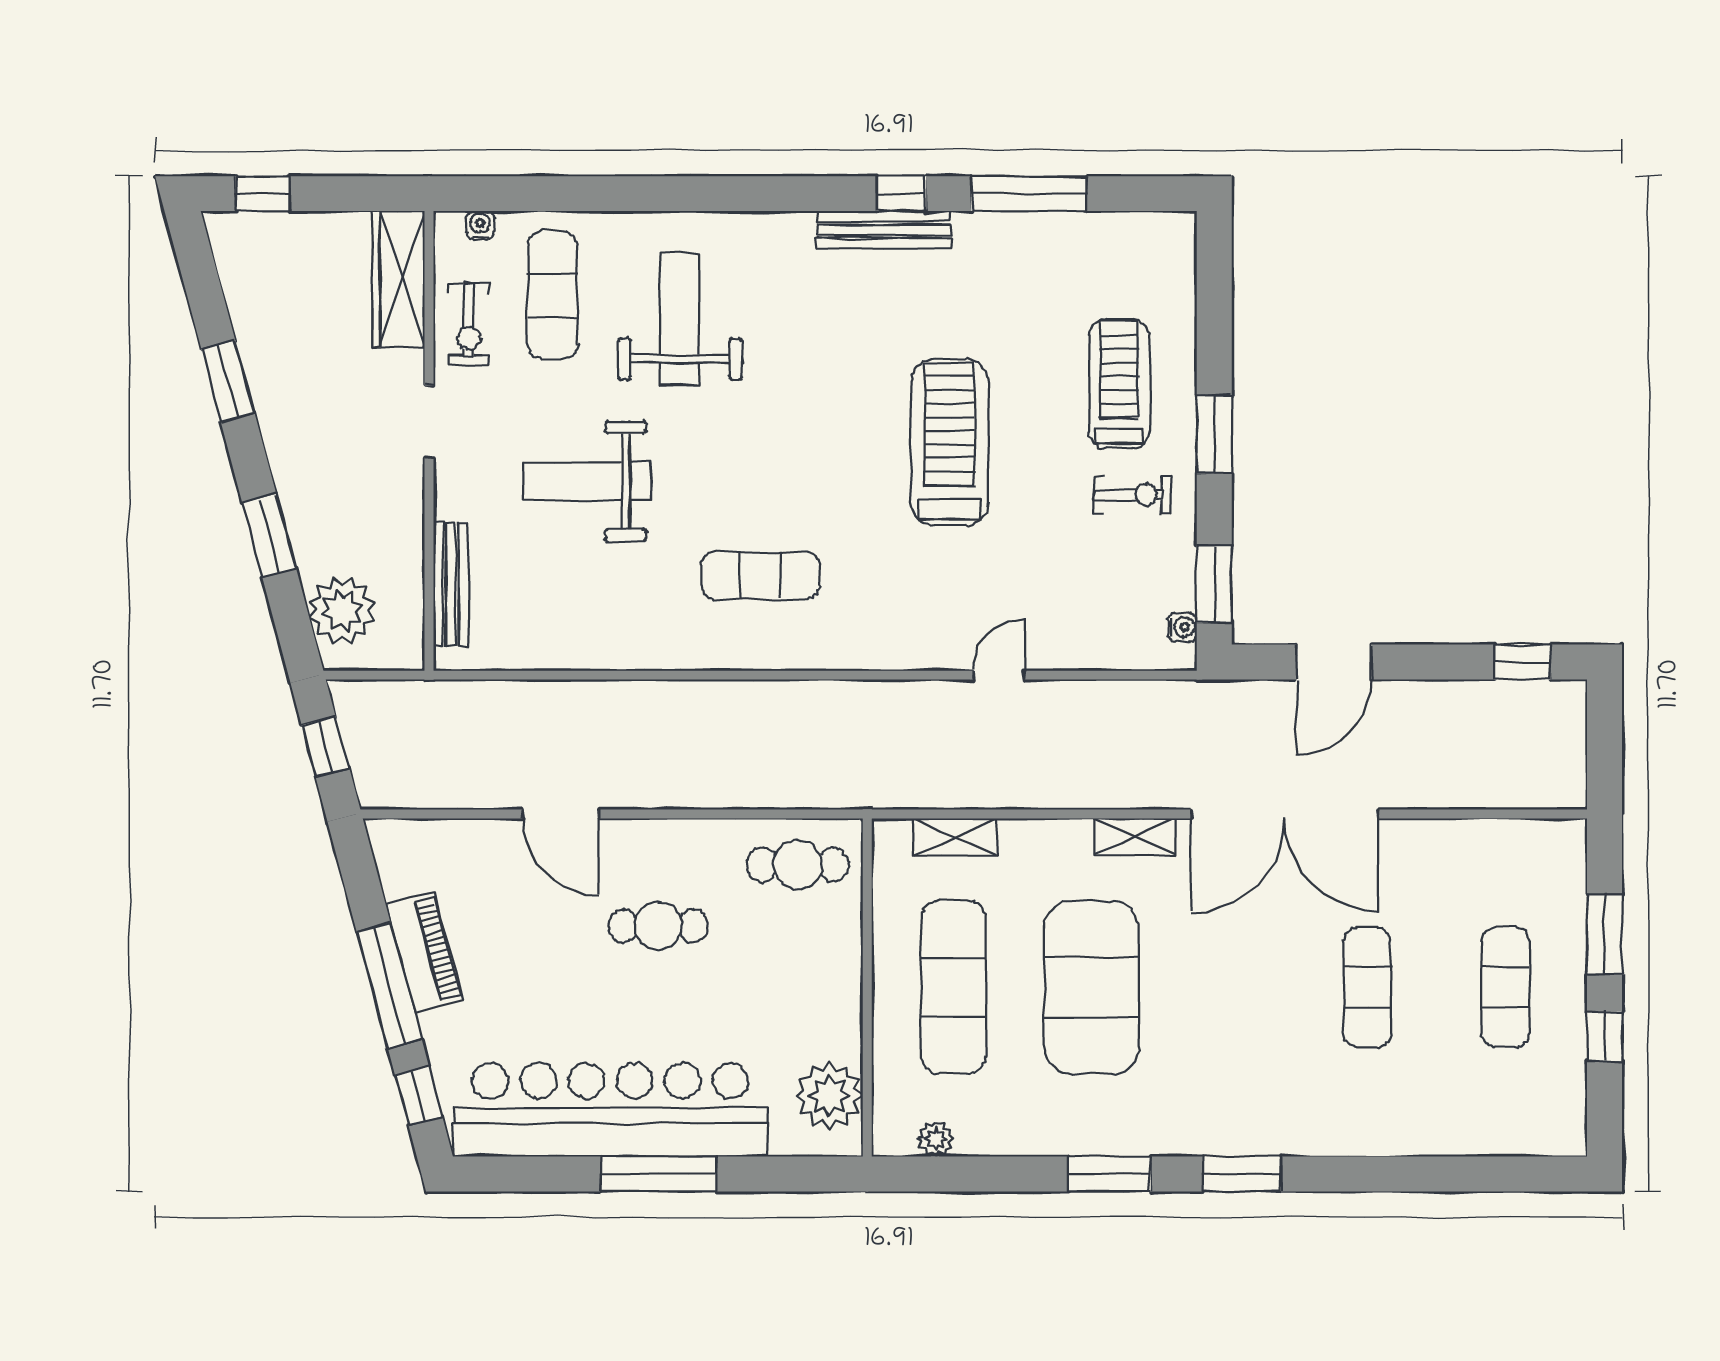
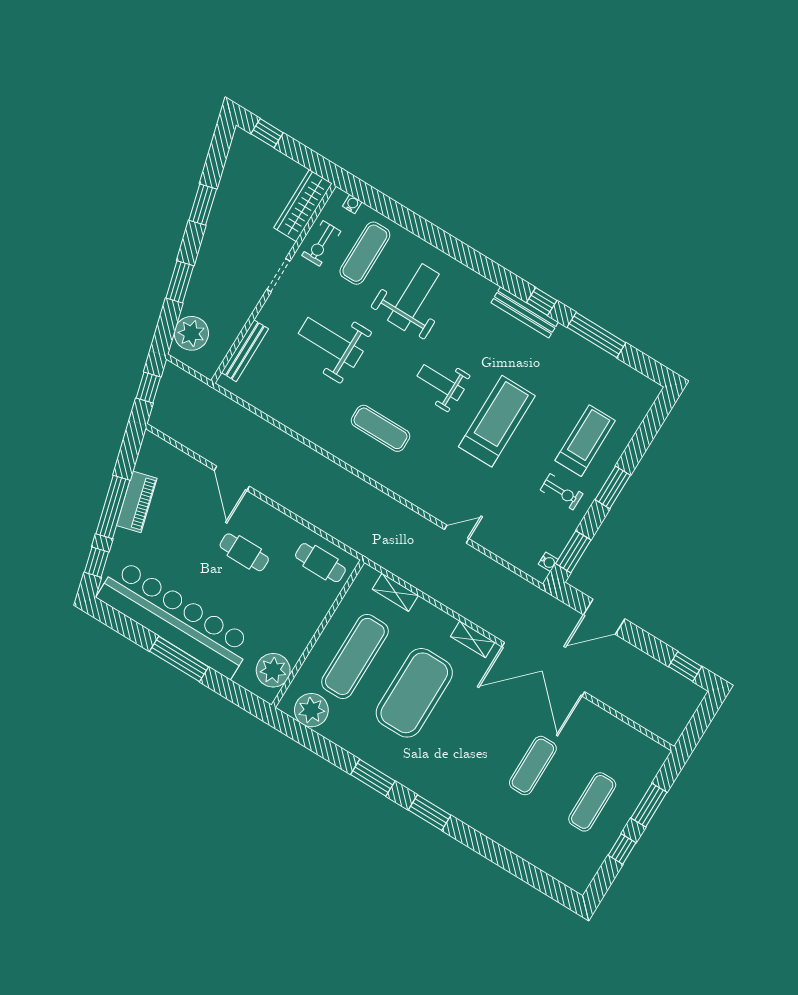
weight bench: (815, 436) -> (441, 383), added
plant: (935, 1139) -> (311, 710), width x1.87, depth x1.87

